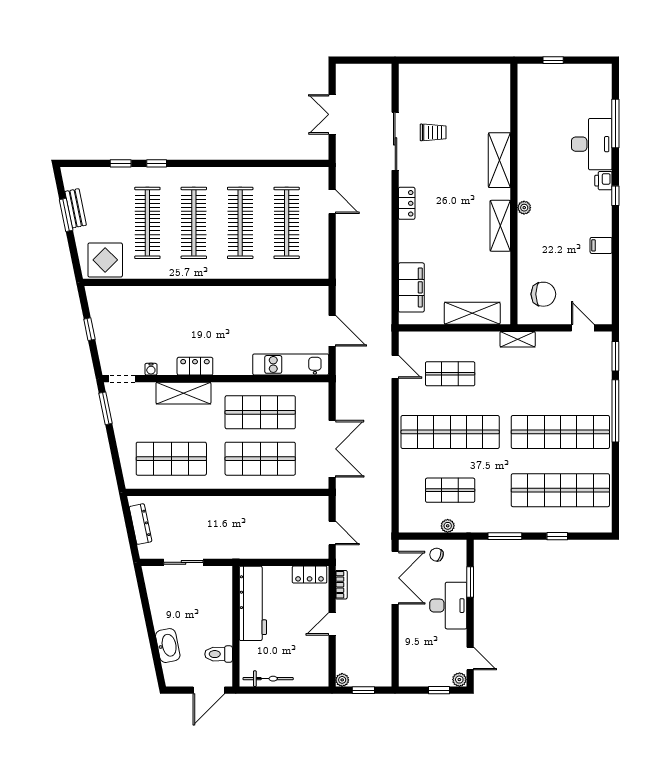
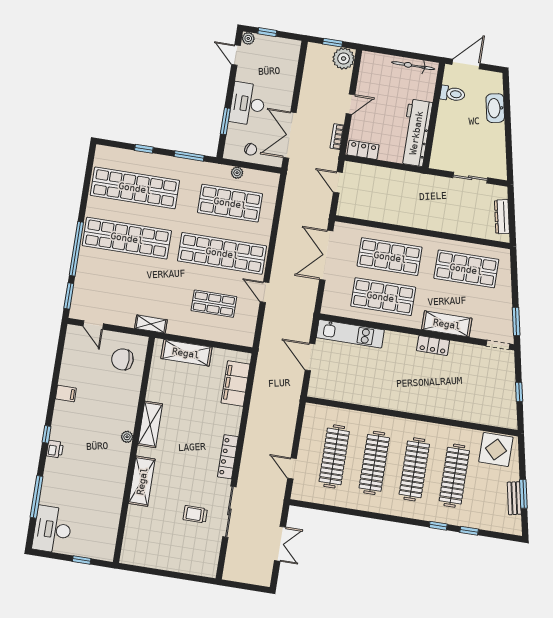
desk: (592, 144) -> (52, 529), moved
locker: (407, 203) -> (228, 457), width x1.53
door: (395, 367) -> (265, 292), moved
water cooler: (151, 369) -> (472, 349), removed
shop shelf: (450, 490) -> (230, 203), width x1.43, depth x1.36
plant: (342, 680) -> (344, 59), width x1.87, depth x1.87

